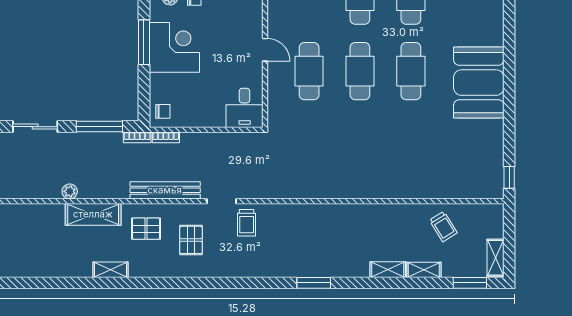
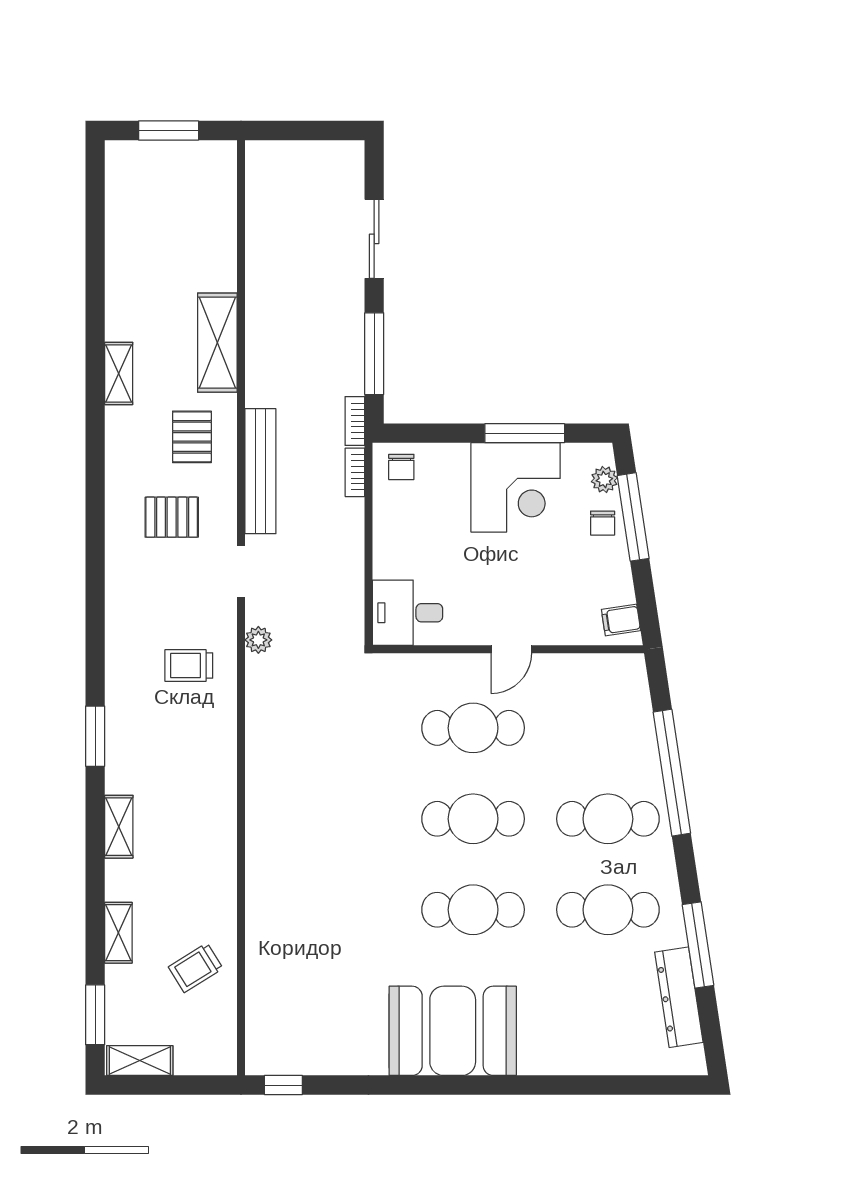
plant: (70, 191) -> (258, 640), moved
trolley: (247, 223) -> (189, 666), moved
shelving: (388, 270) -> (119, 827), moved

